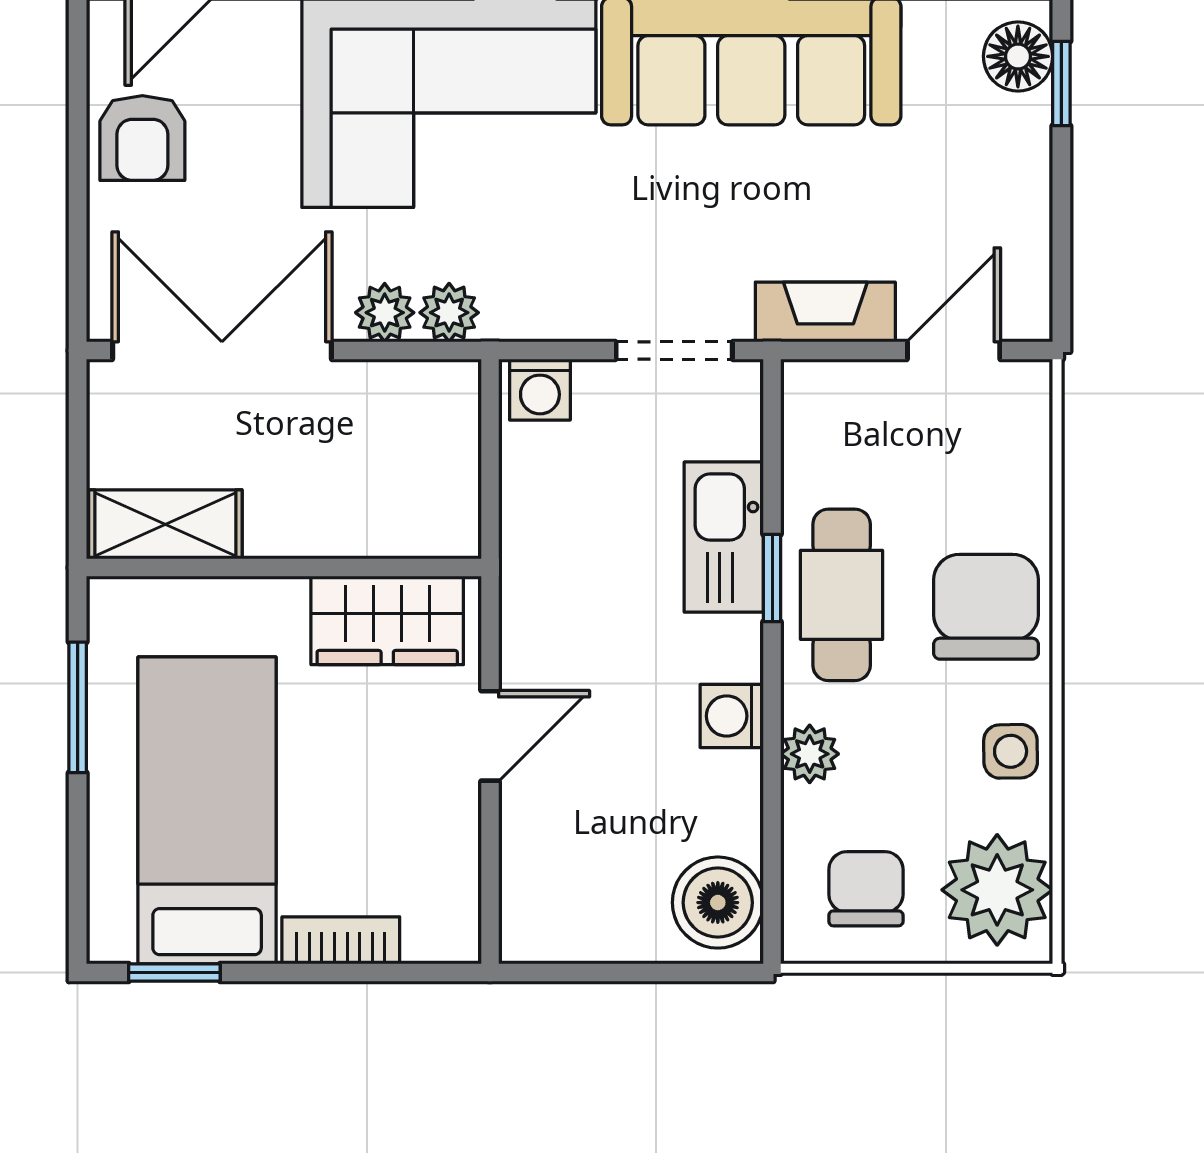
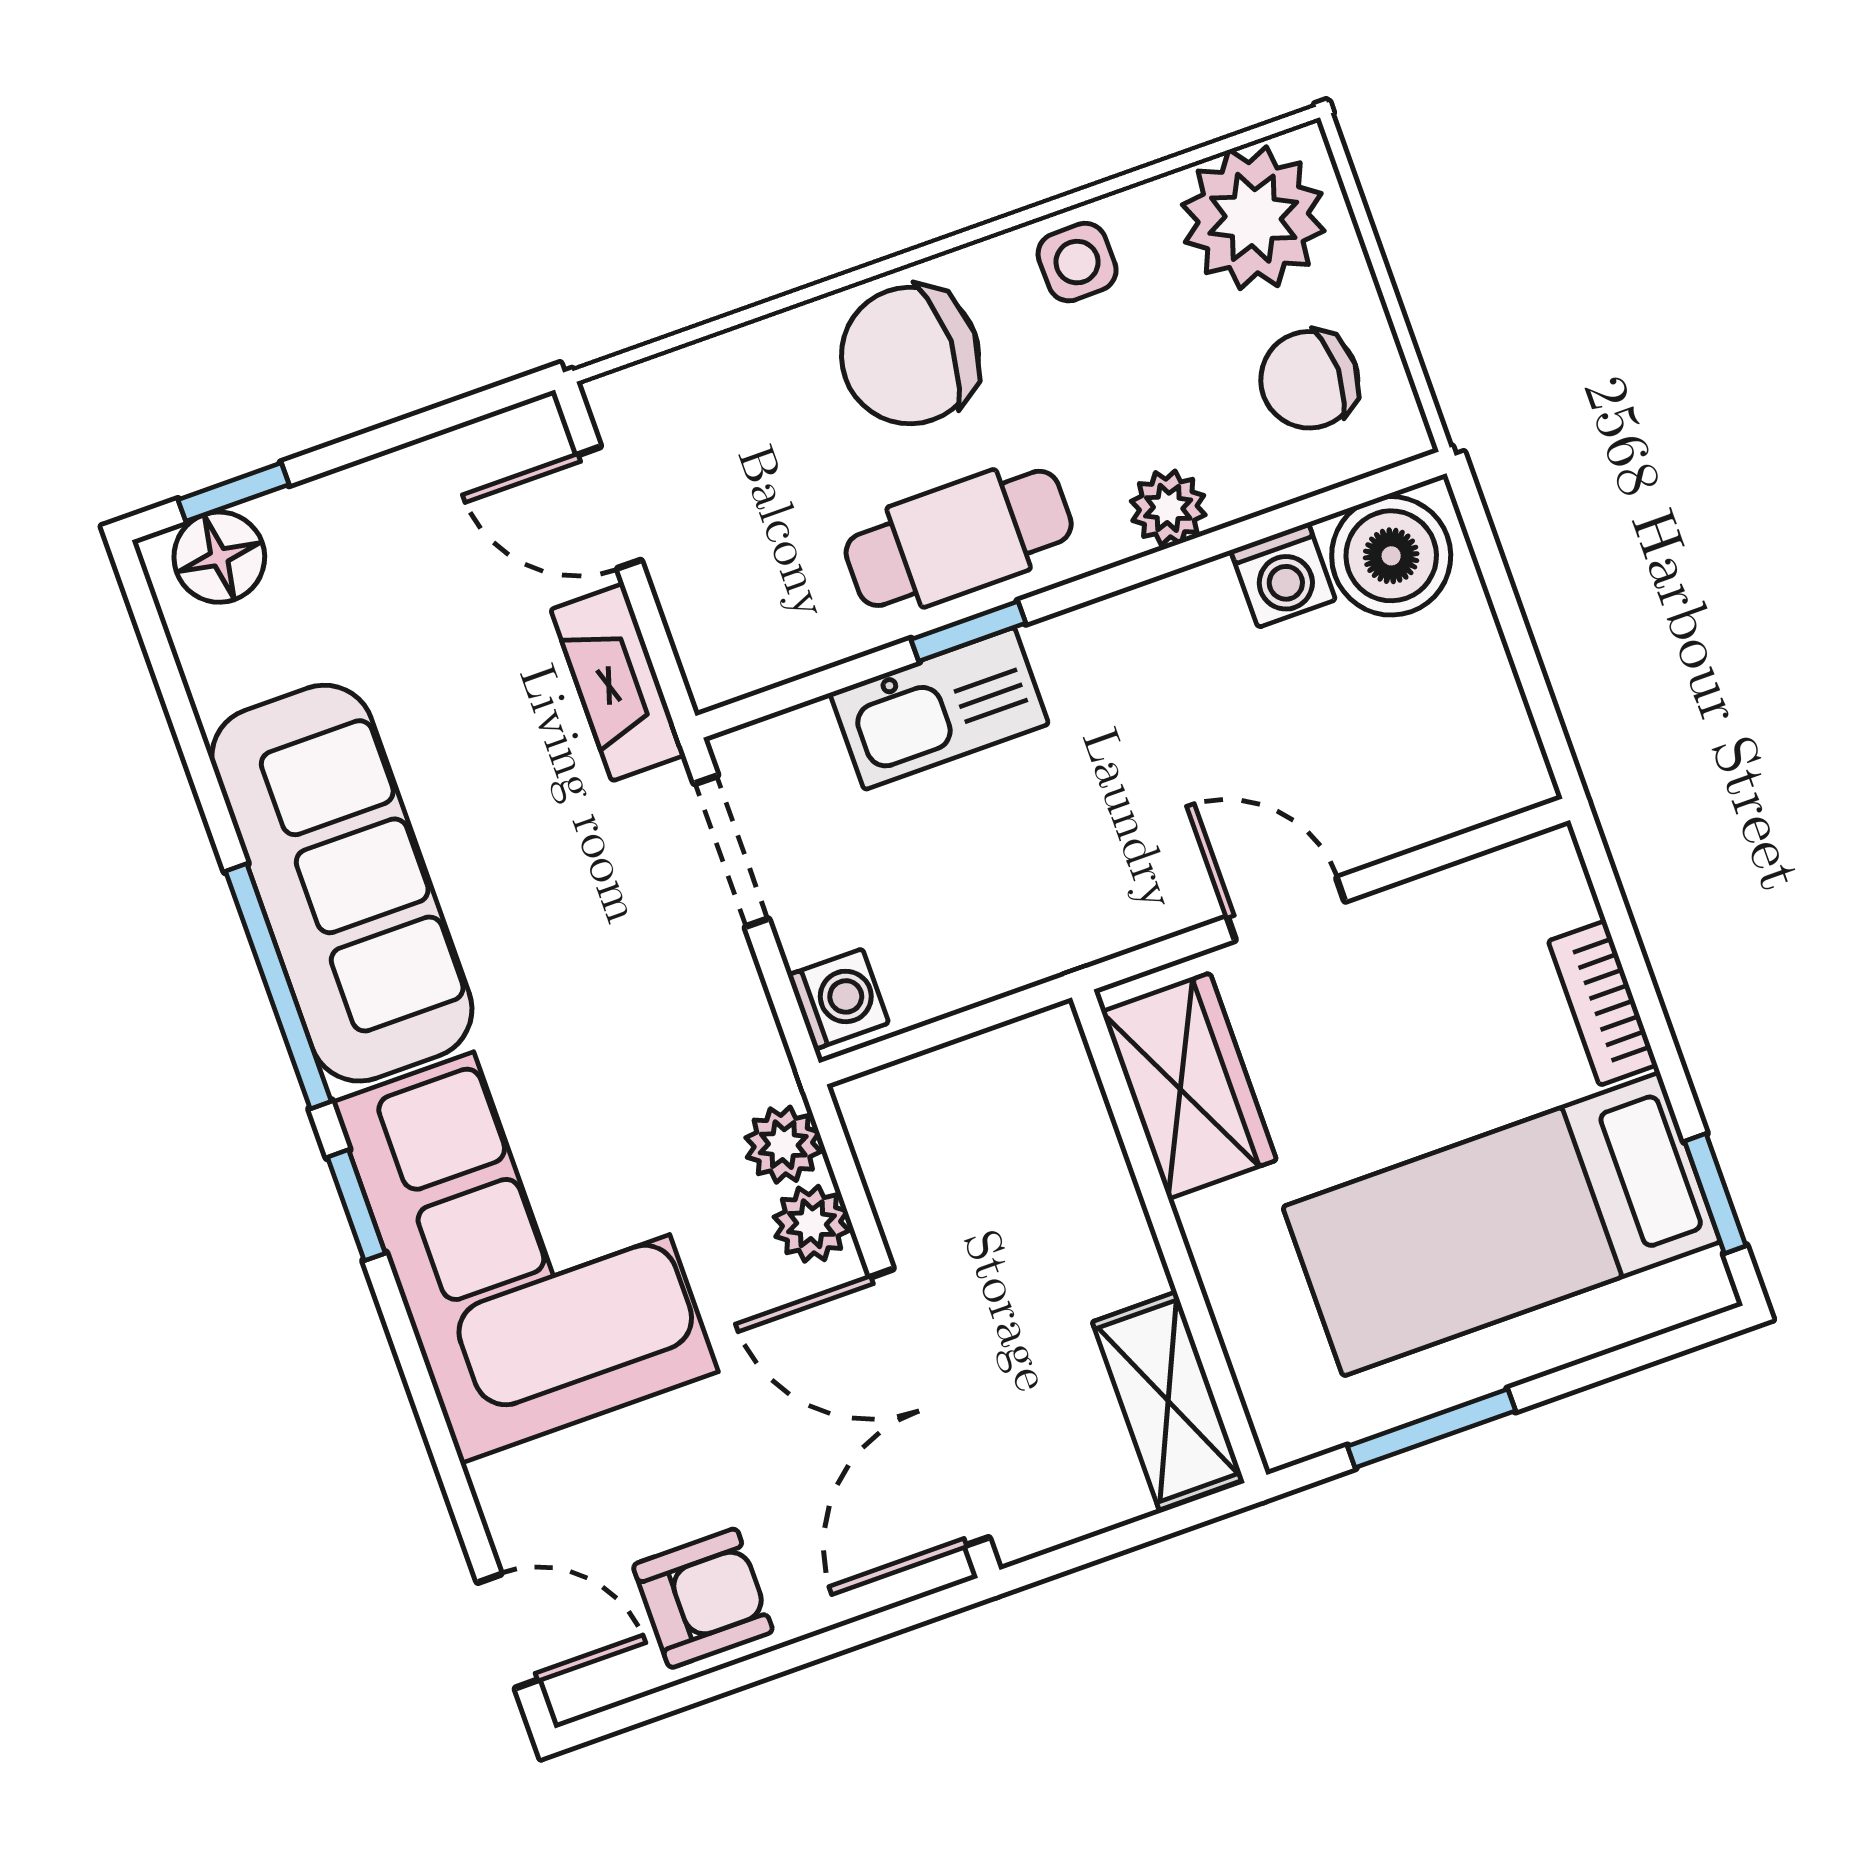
washing machine: (732, 716) -> (1283, 575), moved

